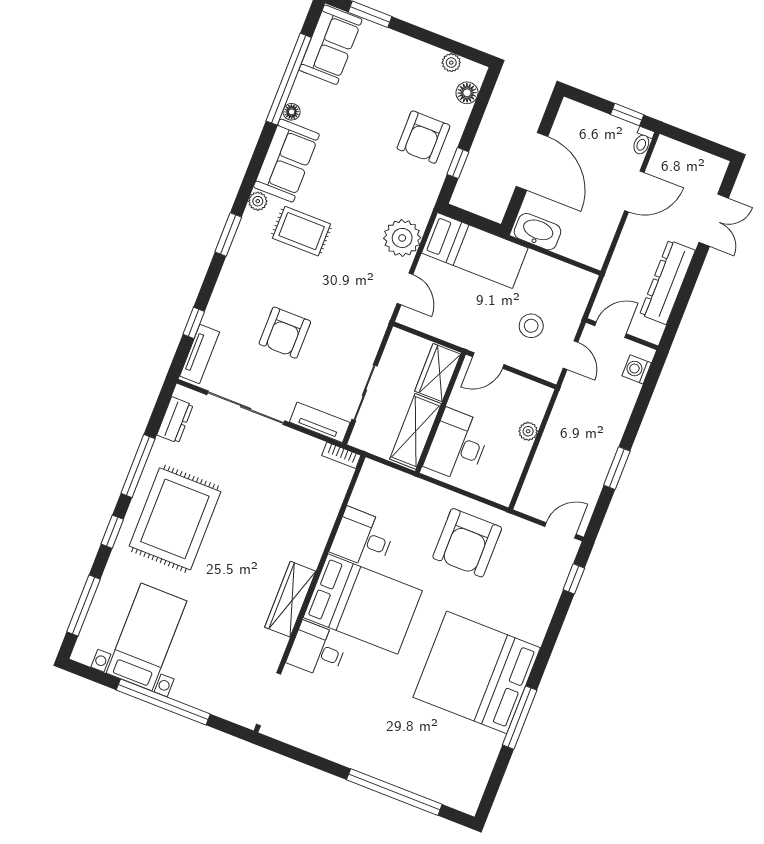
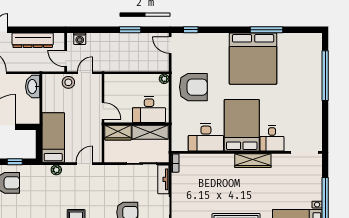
washbasin: (538, 232) -> (33, 87), moved
plant: (402, 238) -> (56, 170), width x0.53, depth x0.53
stool: (531, 326) -> (68, 82), moved
plant: (528, 431) -> (164, 79), moved
desk: (363, 538) -> (206, 137), width x1.37

